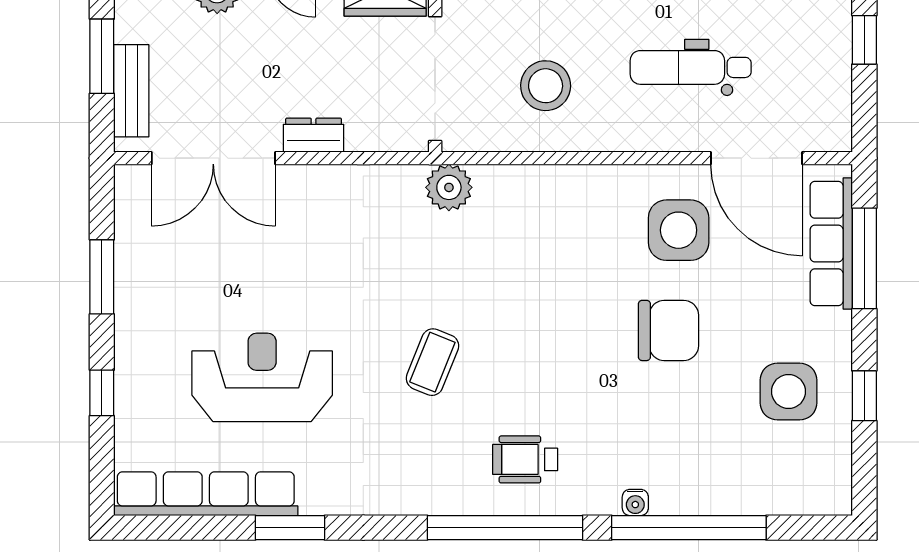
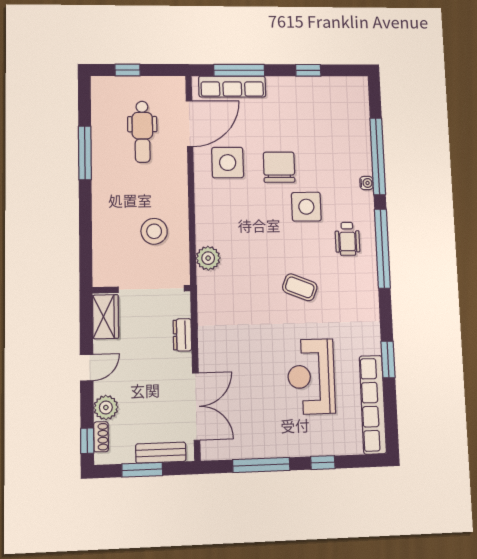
dental chair: (691, 67) -> (142, 132), moved
dresser: (314, 135) -> (182, 335), moved
plant: (449, 187) -> (208, 258), moved
window: (102, 277) -> (261, 465), width x1.44
side table: (789, 391) -> (306, 207), moved

